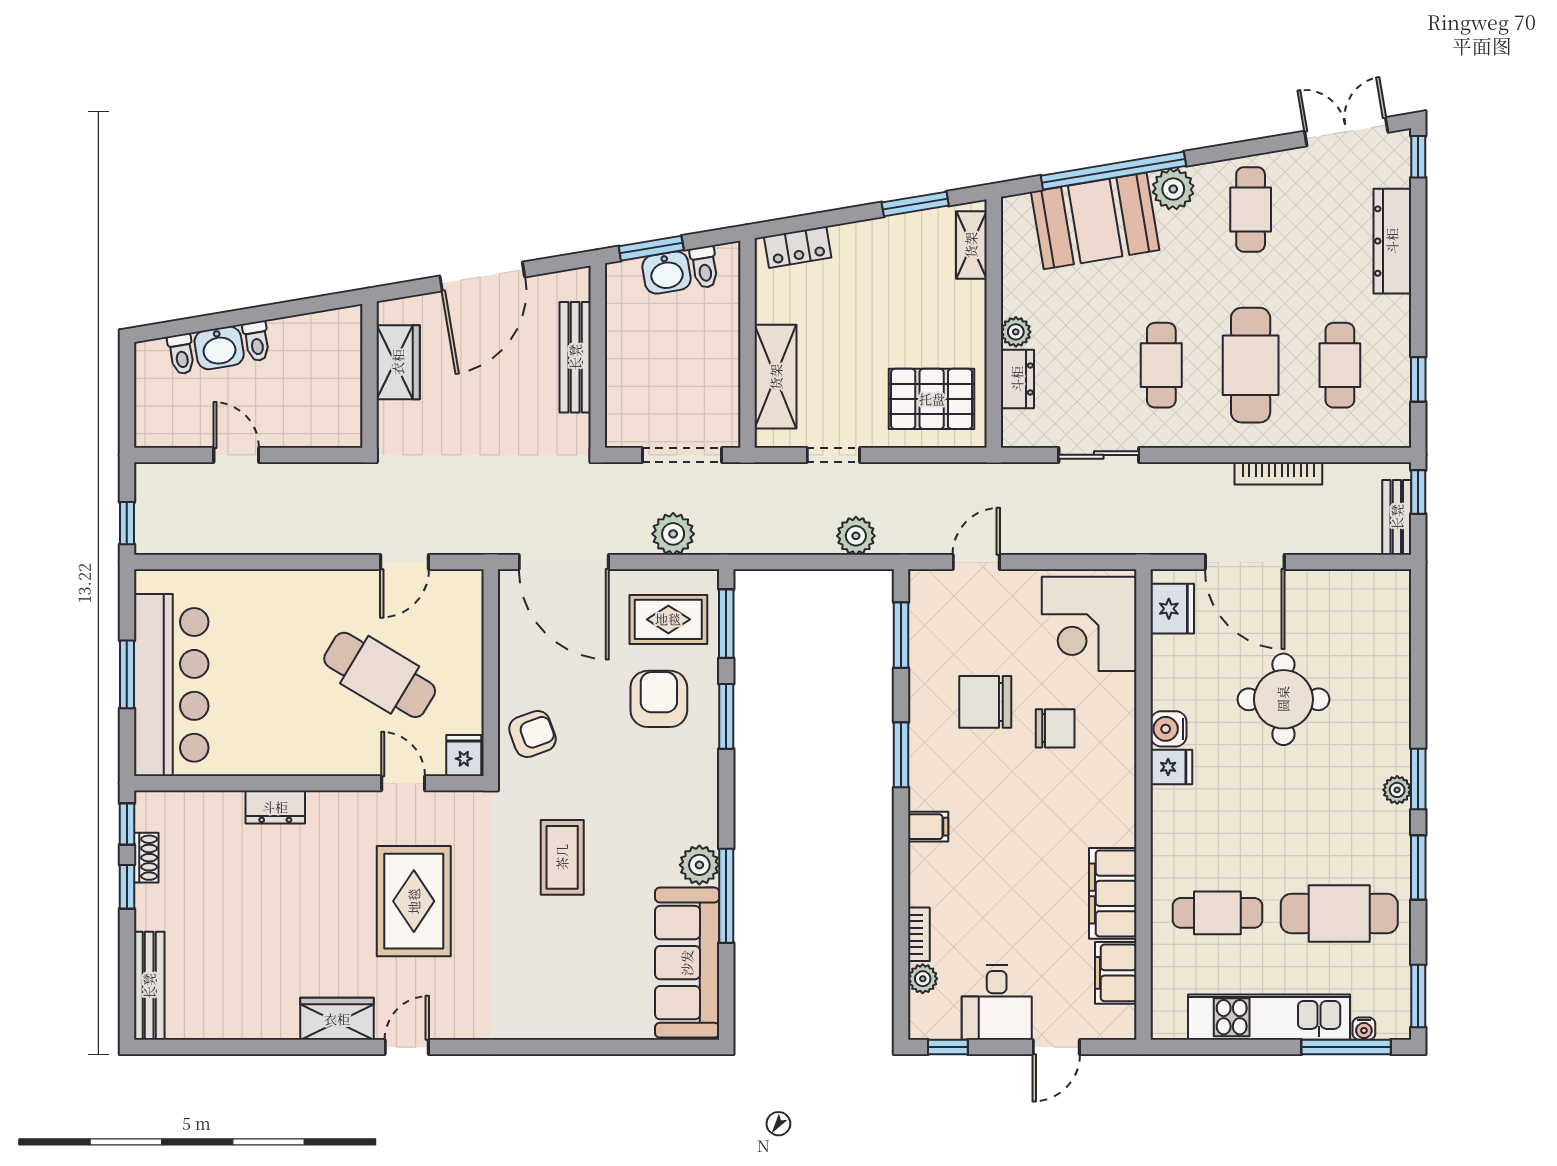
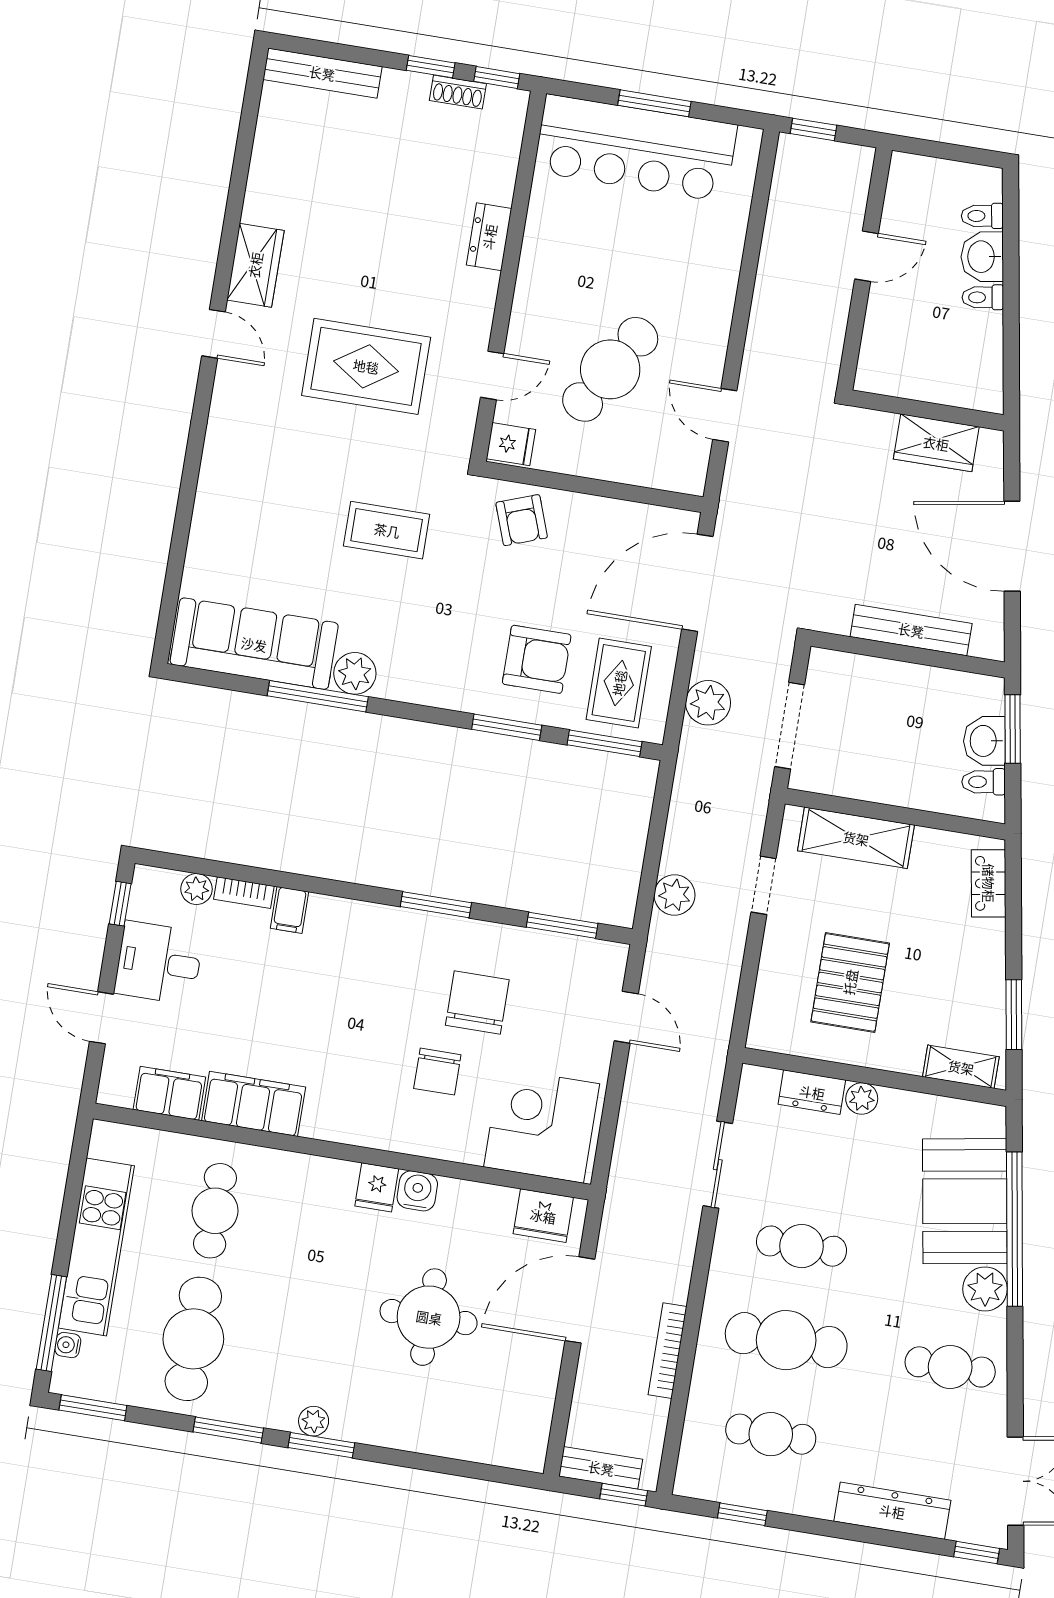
pallet: (932, 399) -> (850, 982), moved
filing cabinet: (928, 827) -> (290, 910), moved

